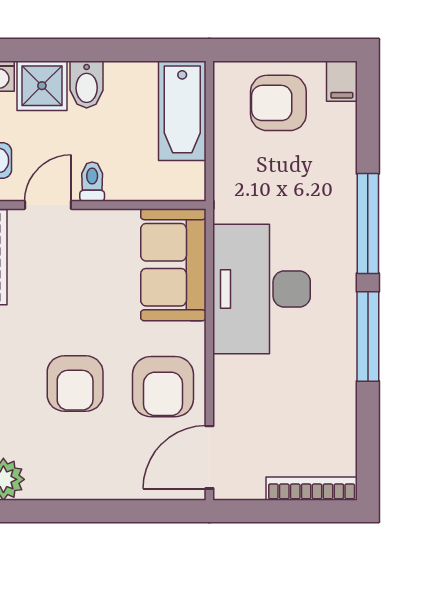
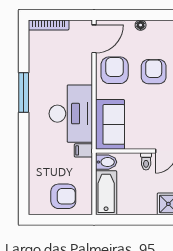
filing cabinet: (342, 81) -> (83, 150), moved, turned -90
bidet: (87, 85) -> (106, 162), moved, turned 90
window: (368, 223) -> (24, 143), removed
floor lamp: (105, 488) -> (141, 25), added

